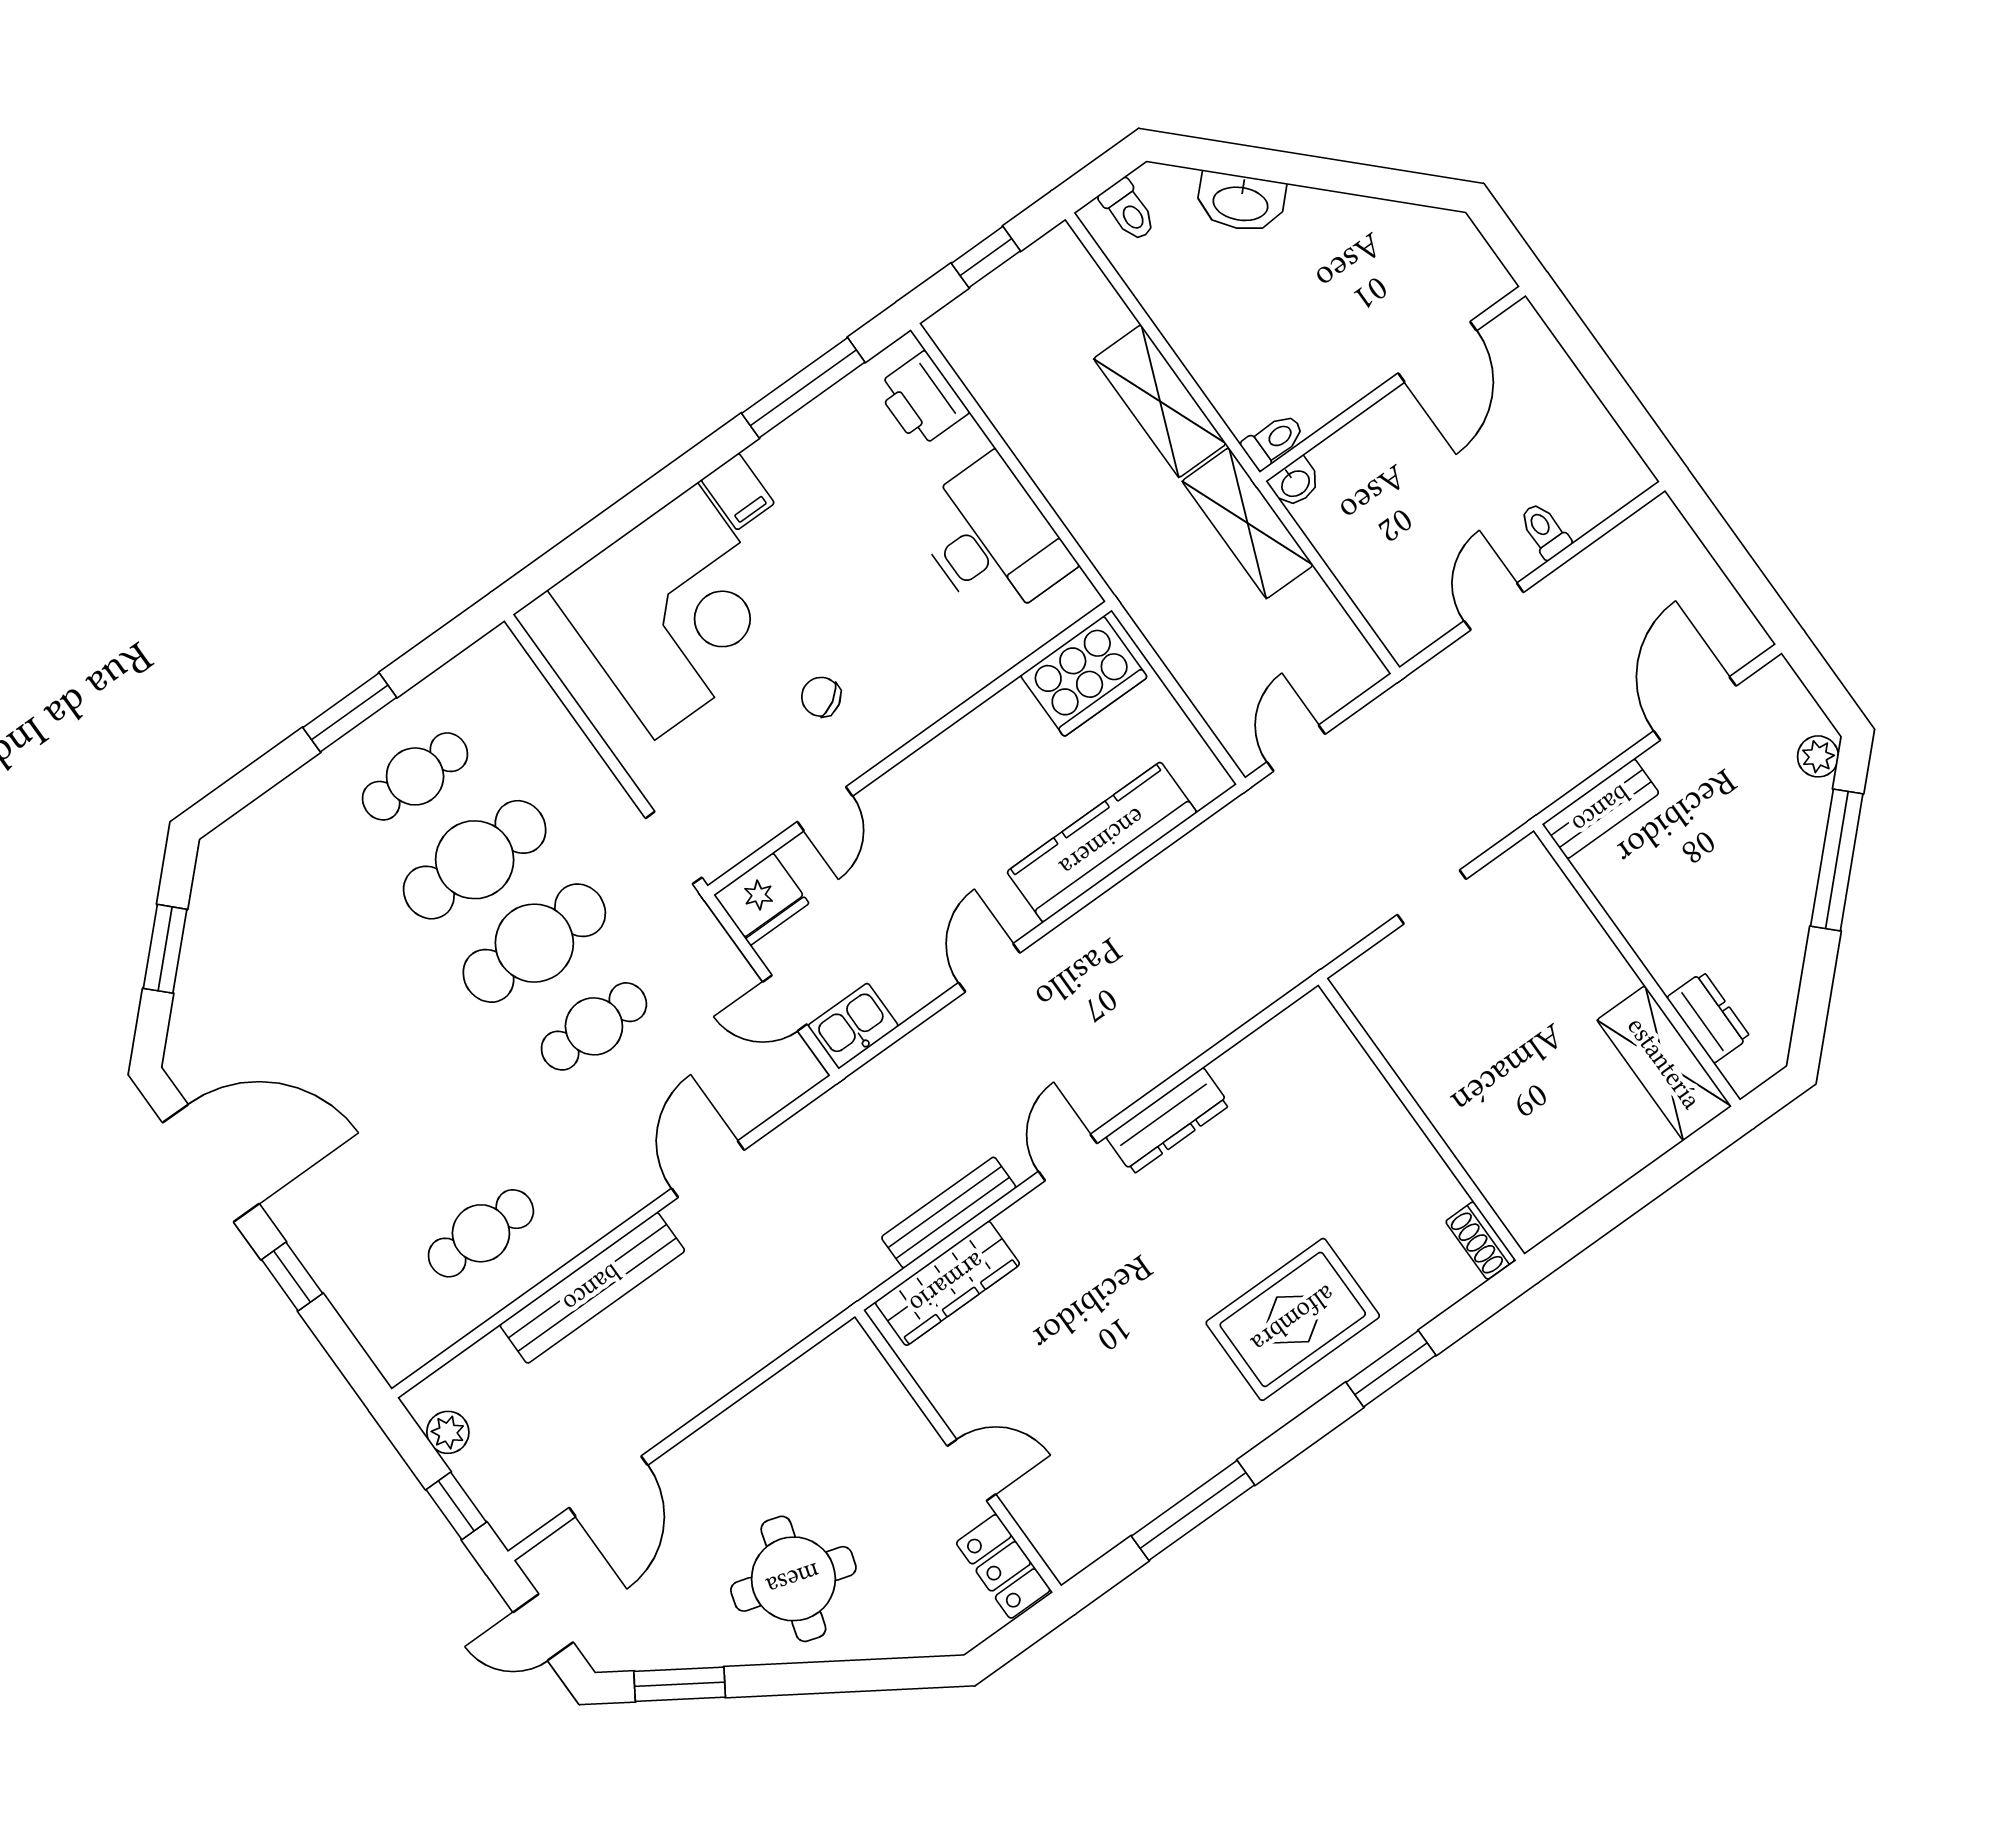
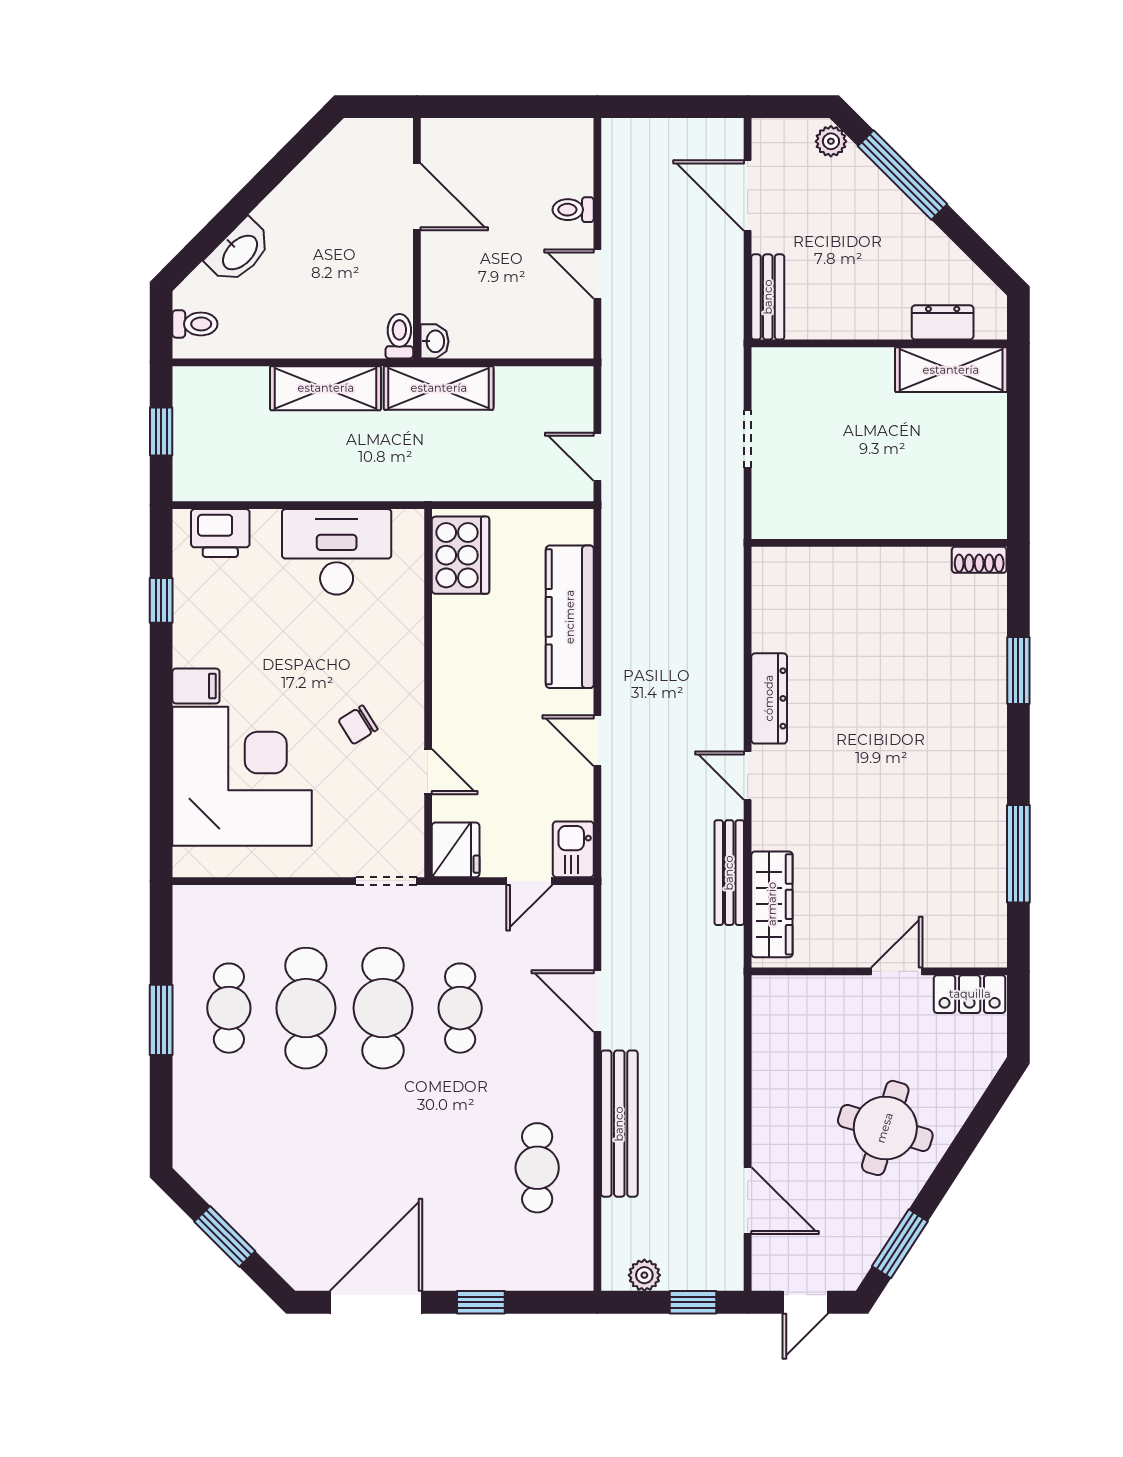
window: (803, 388) -> (161, 600), width x0.46
rug: (1293, 1319) -> (945, 709), removed

